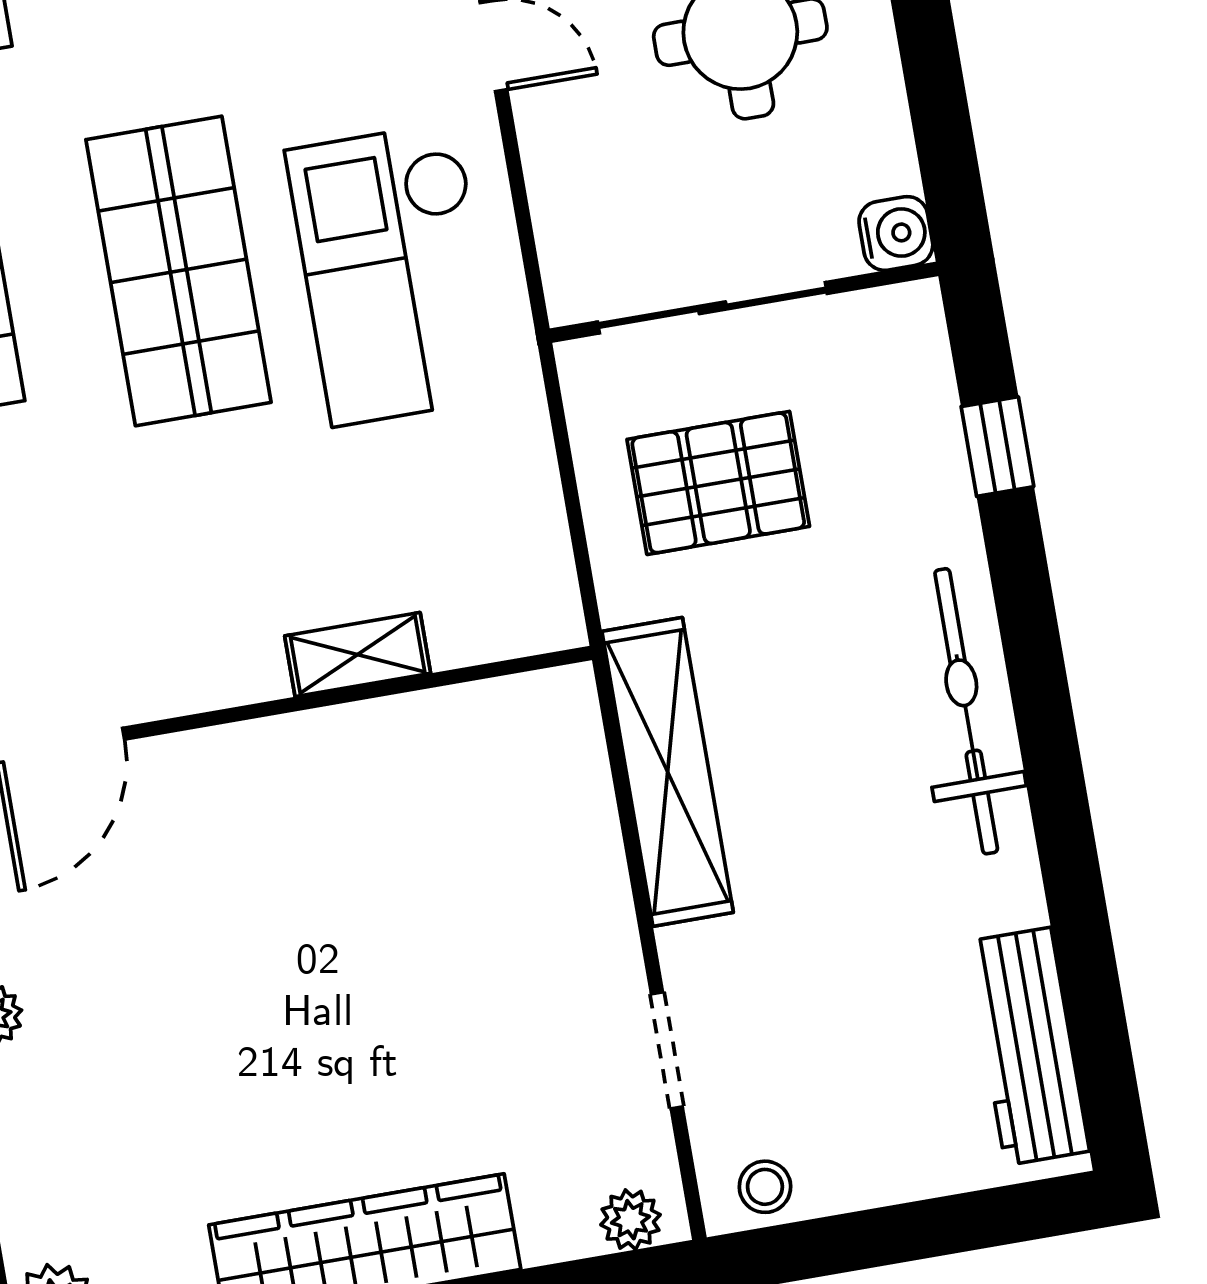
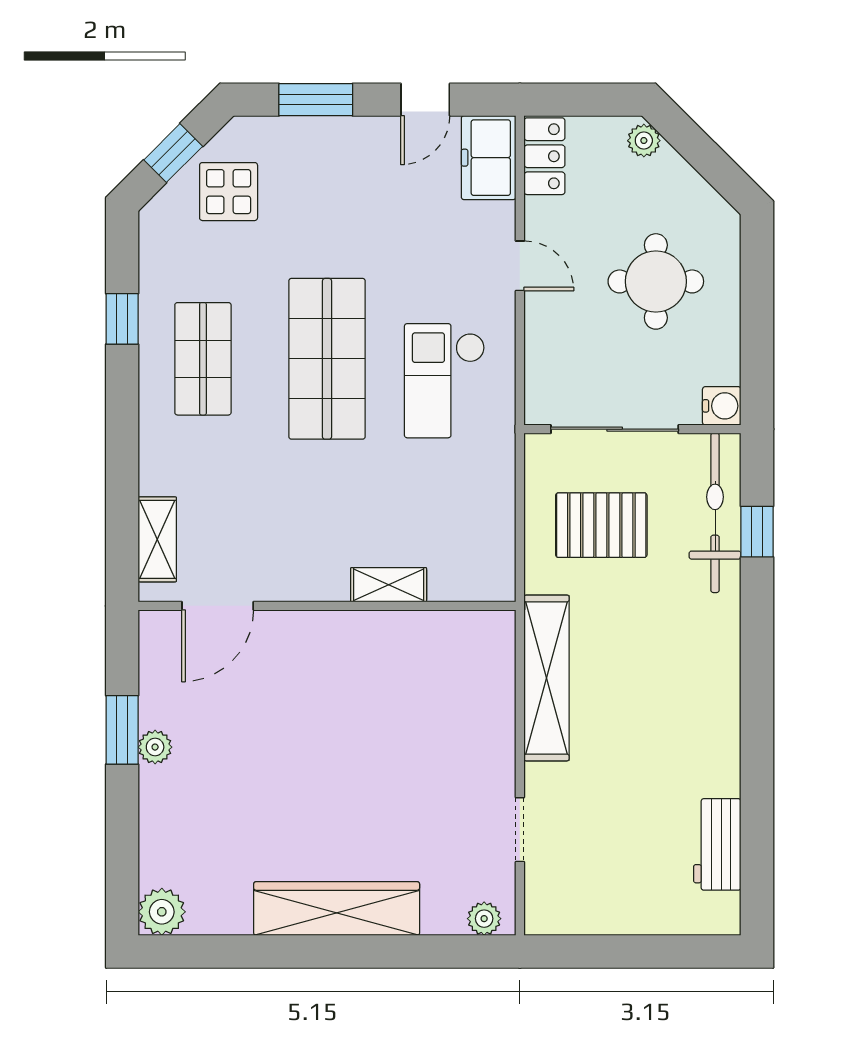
checkout: (394, 274) -> (444, 381), width x0.73, depth x0.83
bicycle: (966, 711) -> (715, 513), moved
workbench: (1028, 1046) -> (717, 844), width x0.73
stool: (765, 1187) -> (561, 913), removed

